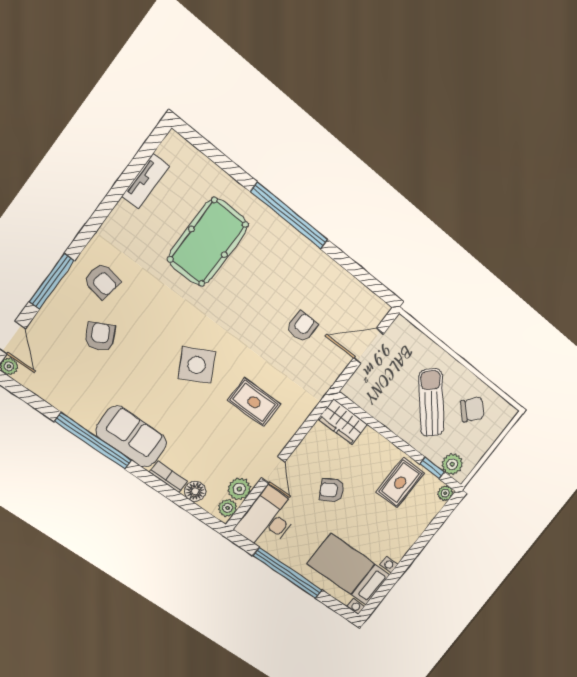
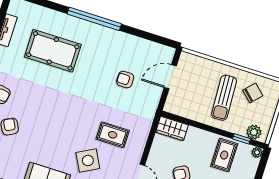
pool table: (208, 242) -> (53, 51), turned 90
armchair: (302, 327) -> (125, 80), turned -90
side table: (197, 365) -> (88, 161), moved
sun lounger: (431, 403) -> (224, 98), turned -141

